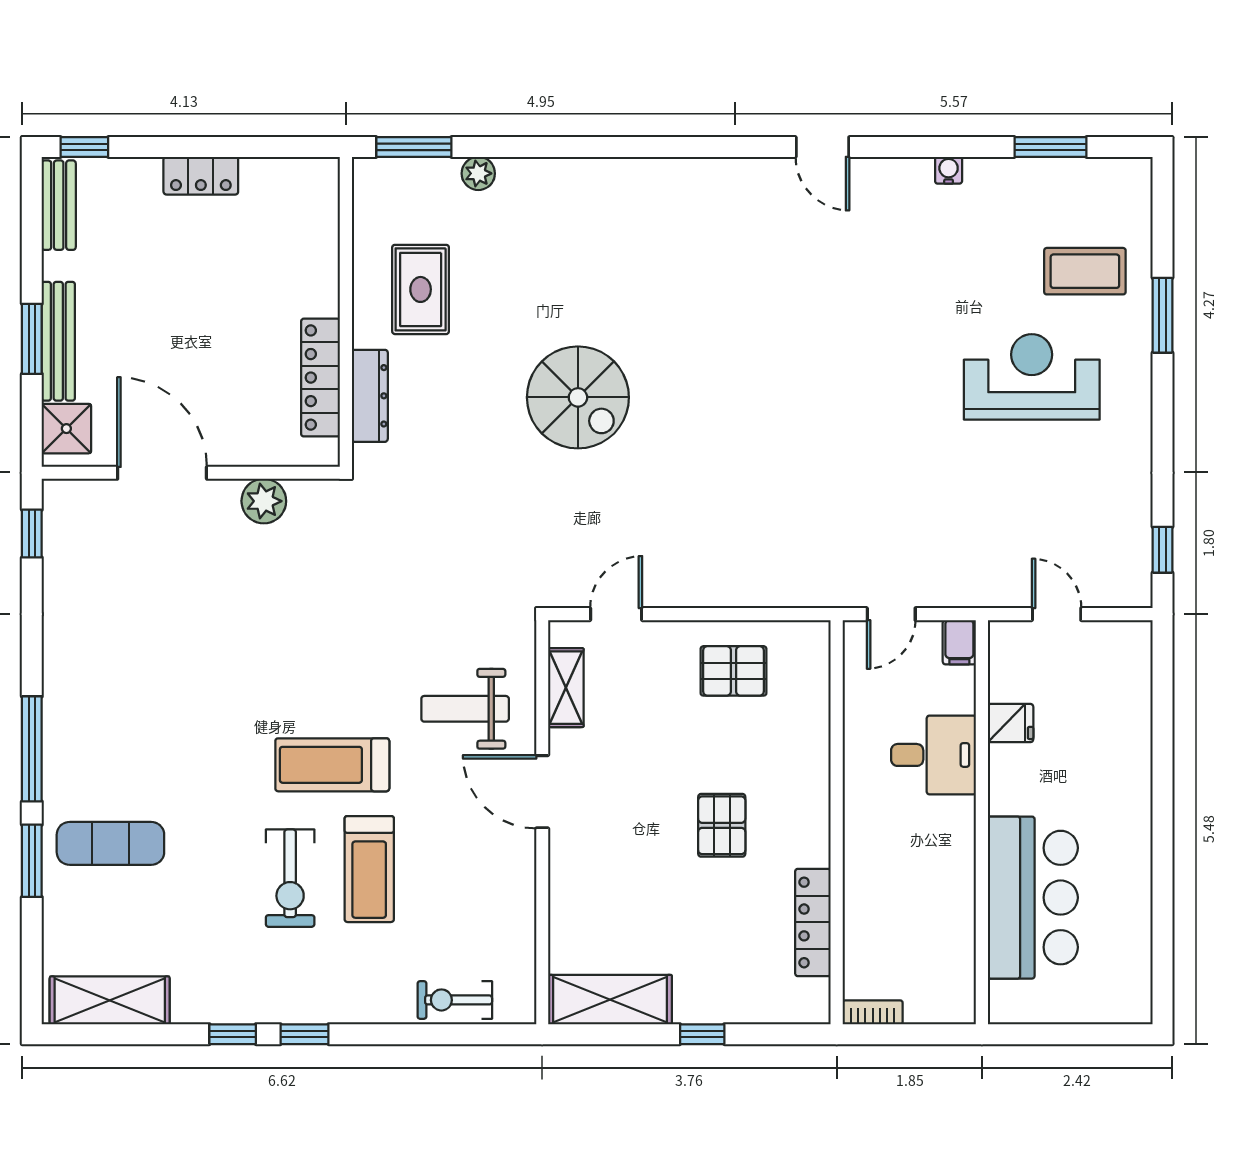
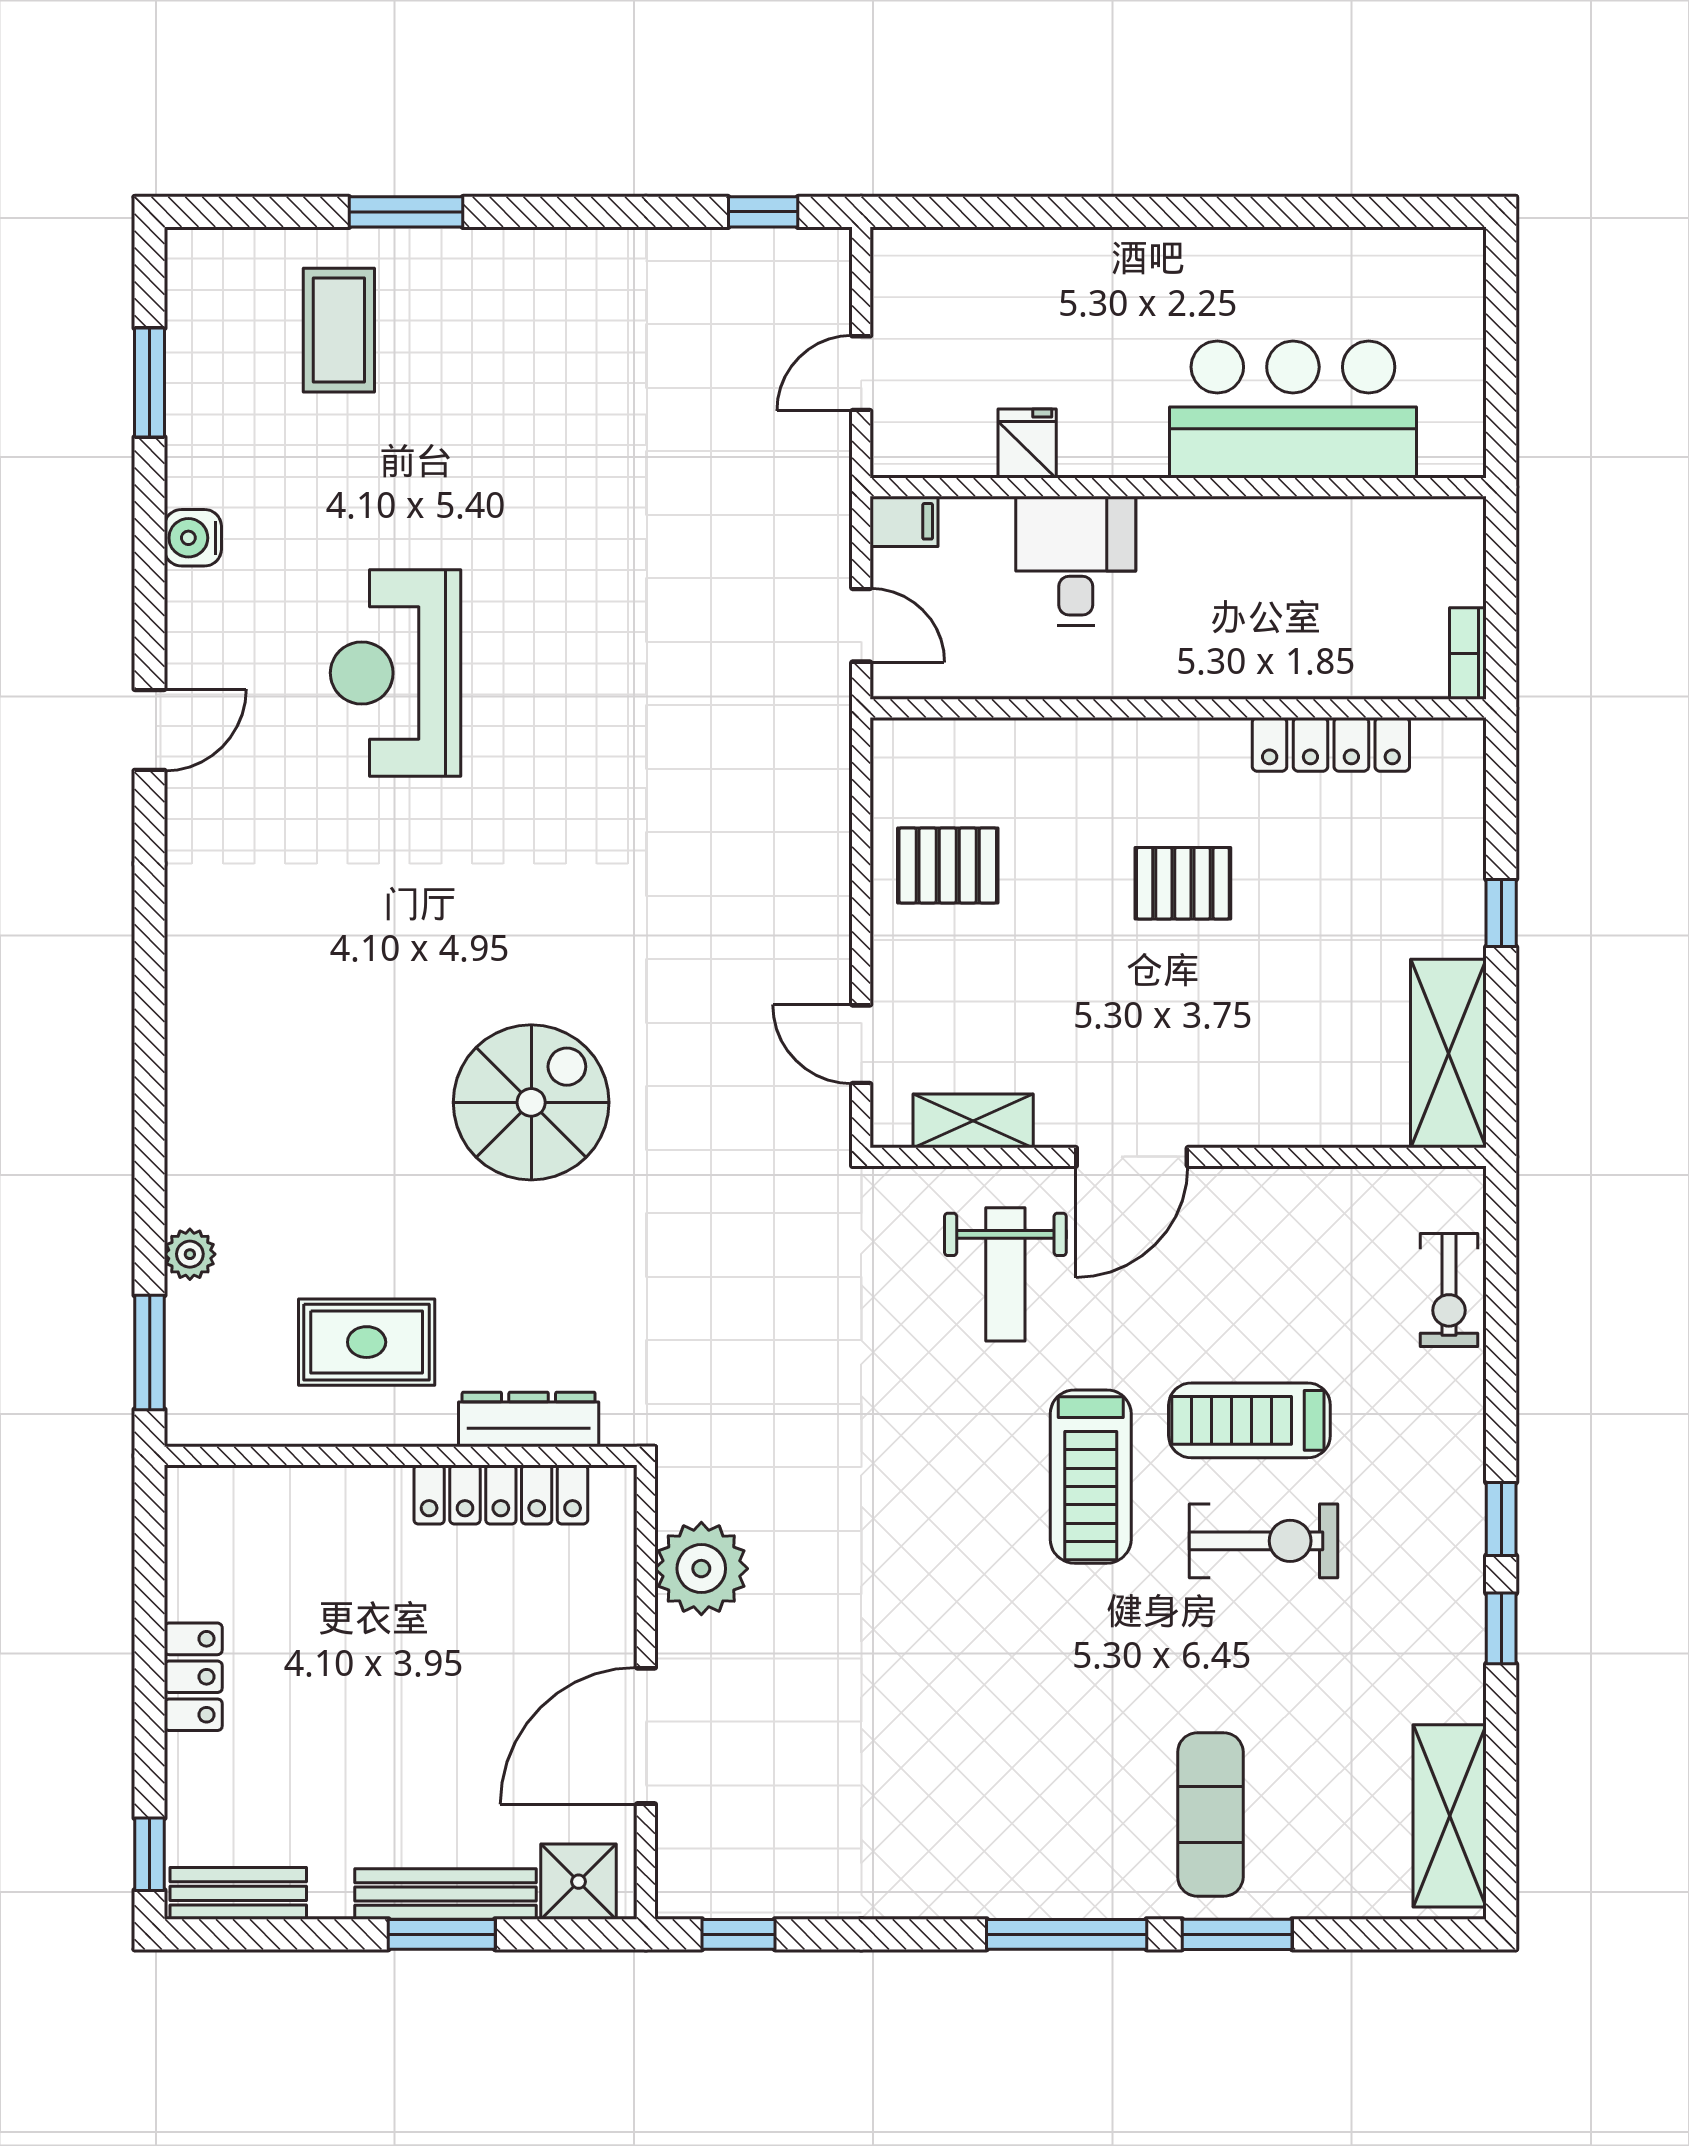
water cooler: (949, 170) -> (193, 538), width x1.38, depth x1.38
reception desk: (1032, 377) -> (396, 673), moved
plant: (264, 501) -> (701, 1569), width x1.36, depth x1.36
pallet: (733, 671) -> (948, 865), turned 90
treadmill: (369, 869) -> (1249, 1420), turned 180

